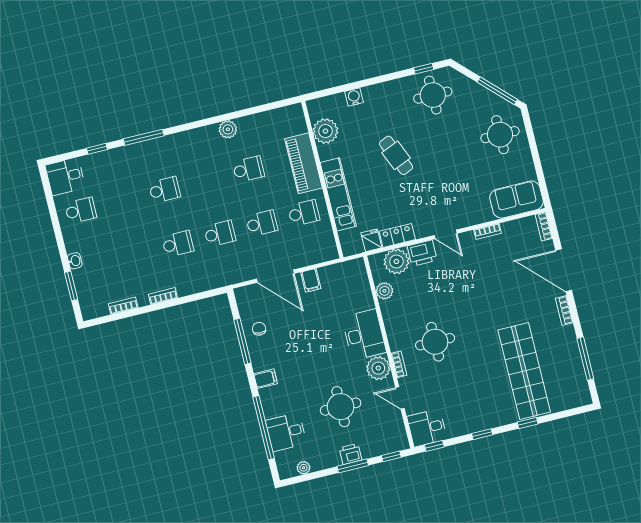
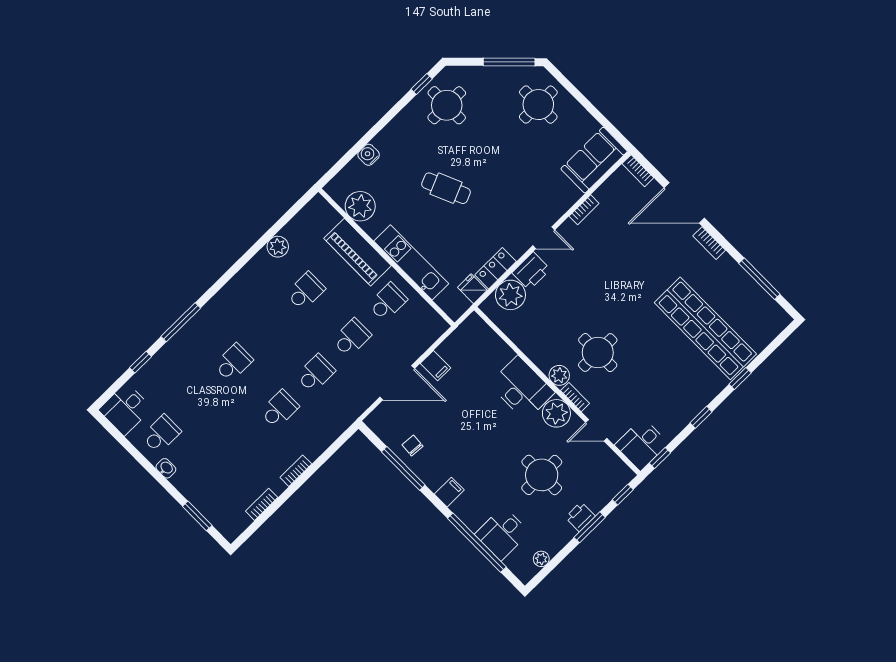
plant: (228, 129) -> (278, 247), moved
washbasin: (75, 261) -> (166, 468), moved
plant: (384, 291) -> (559, 375), moved

